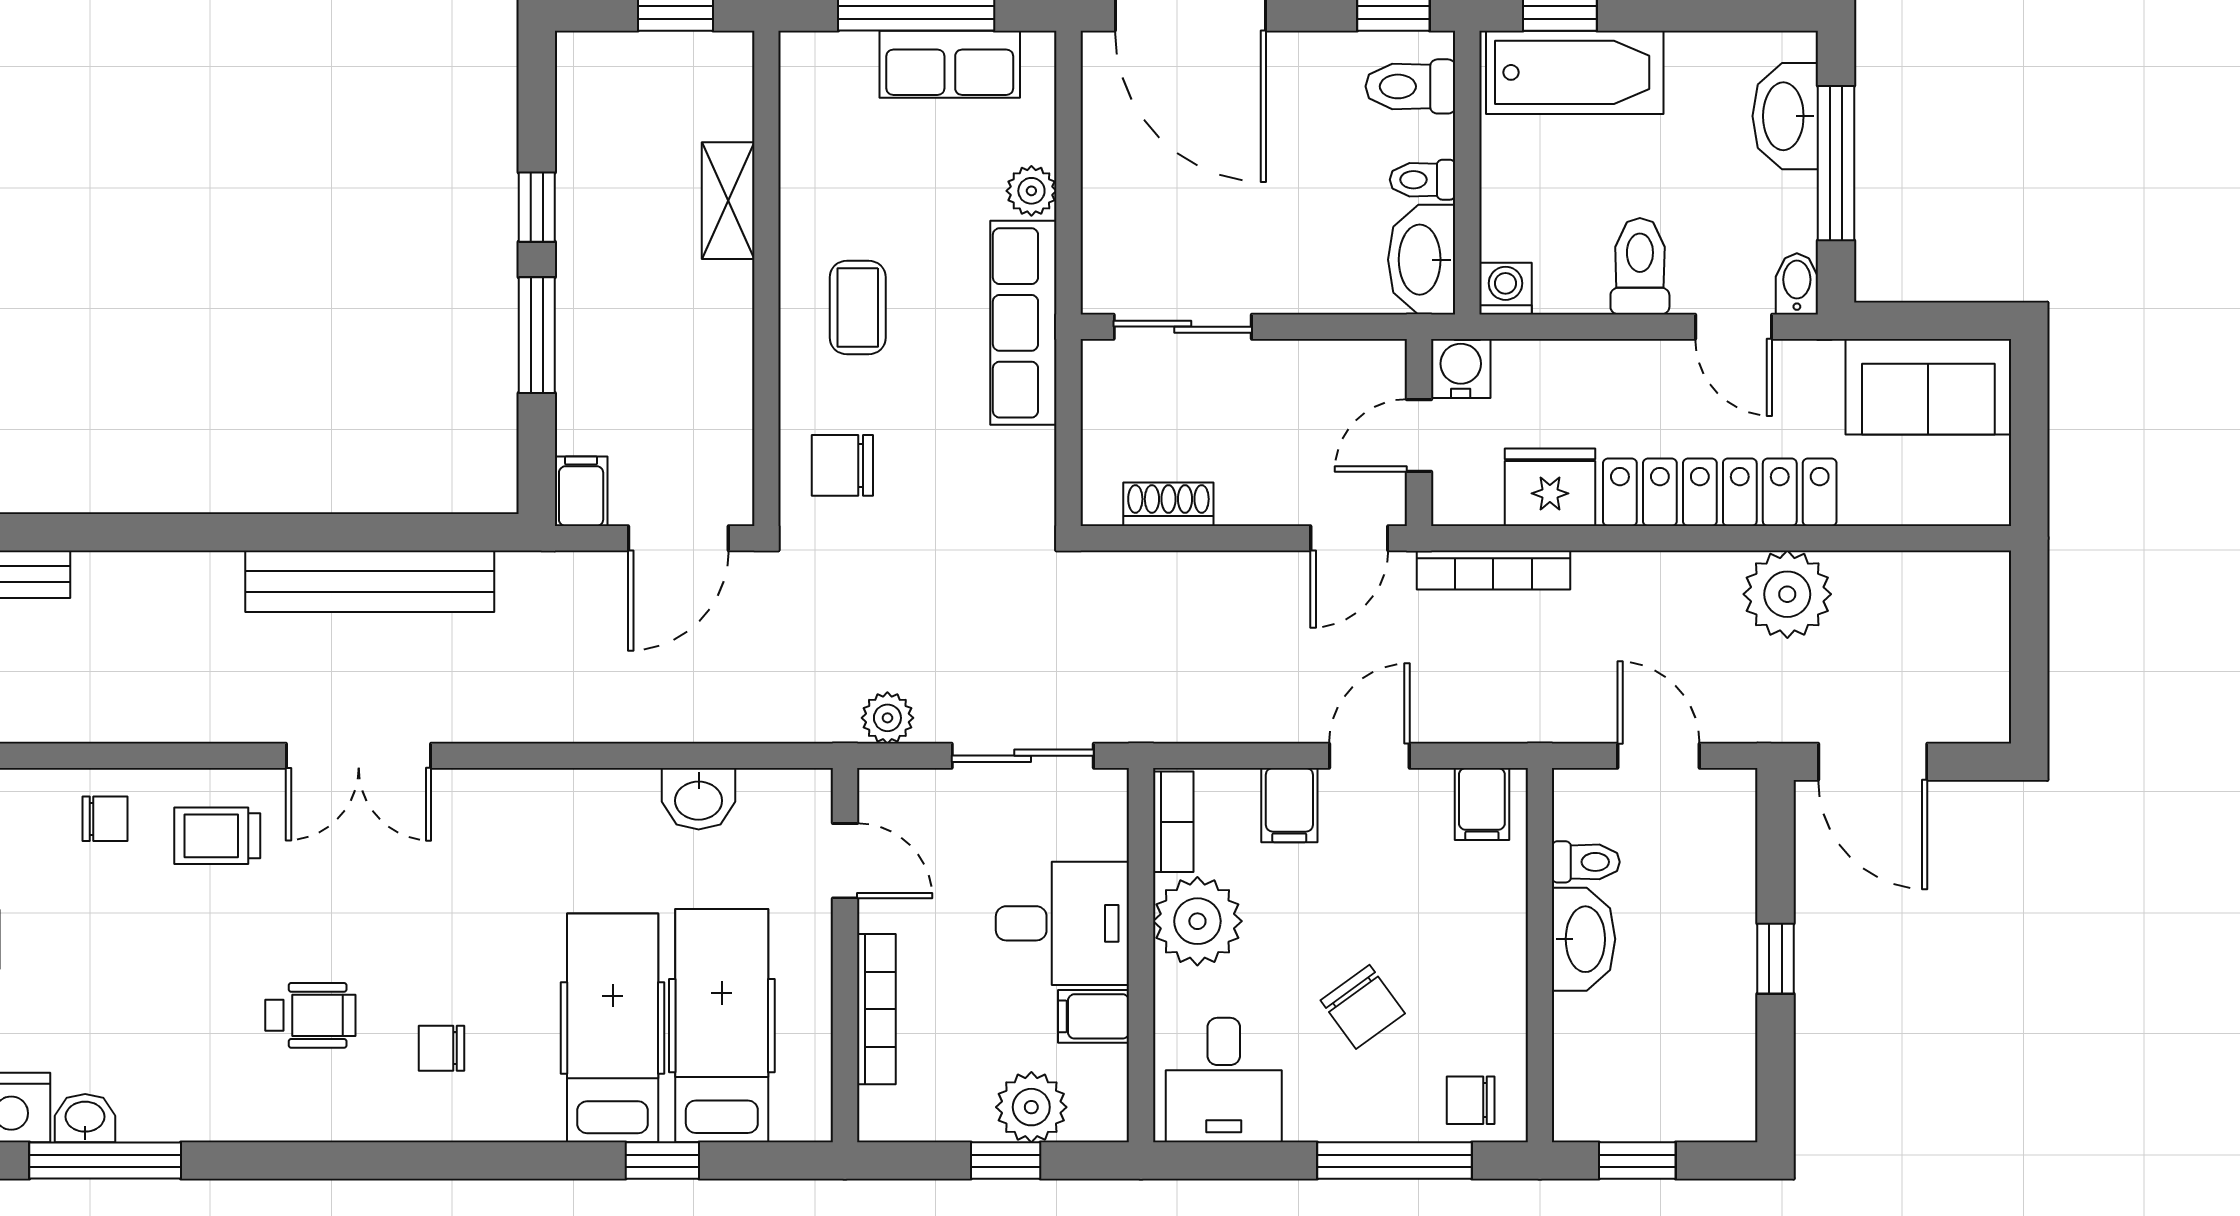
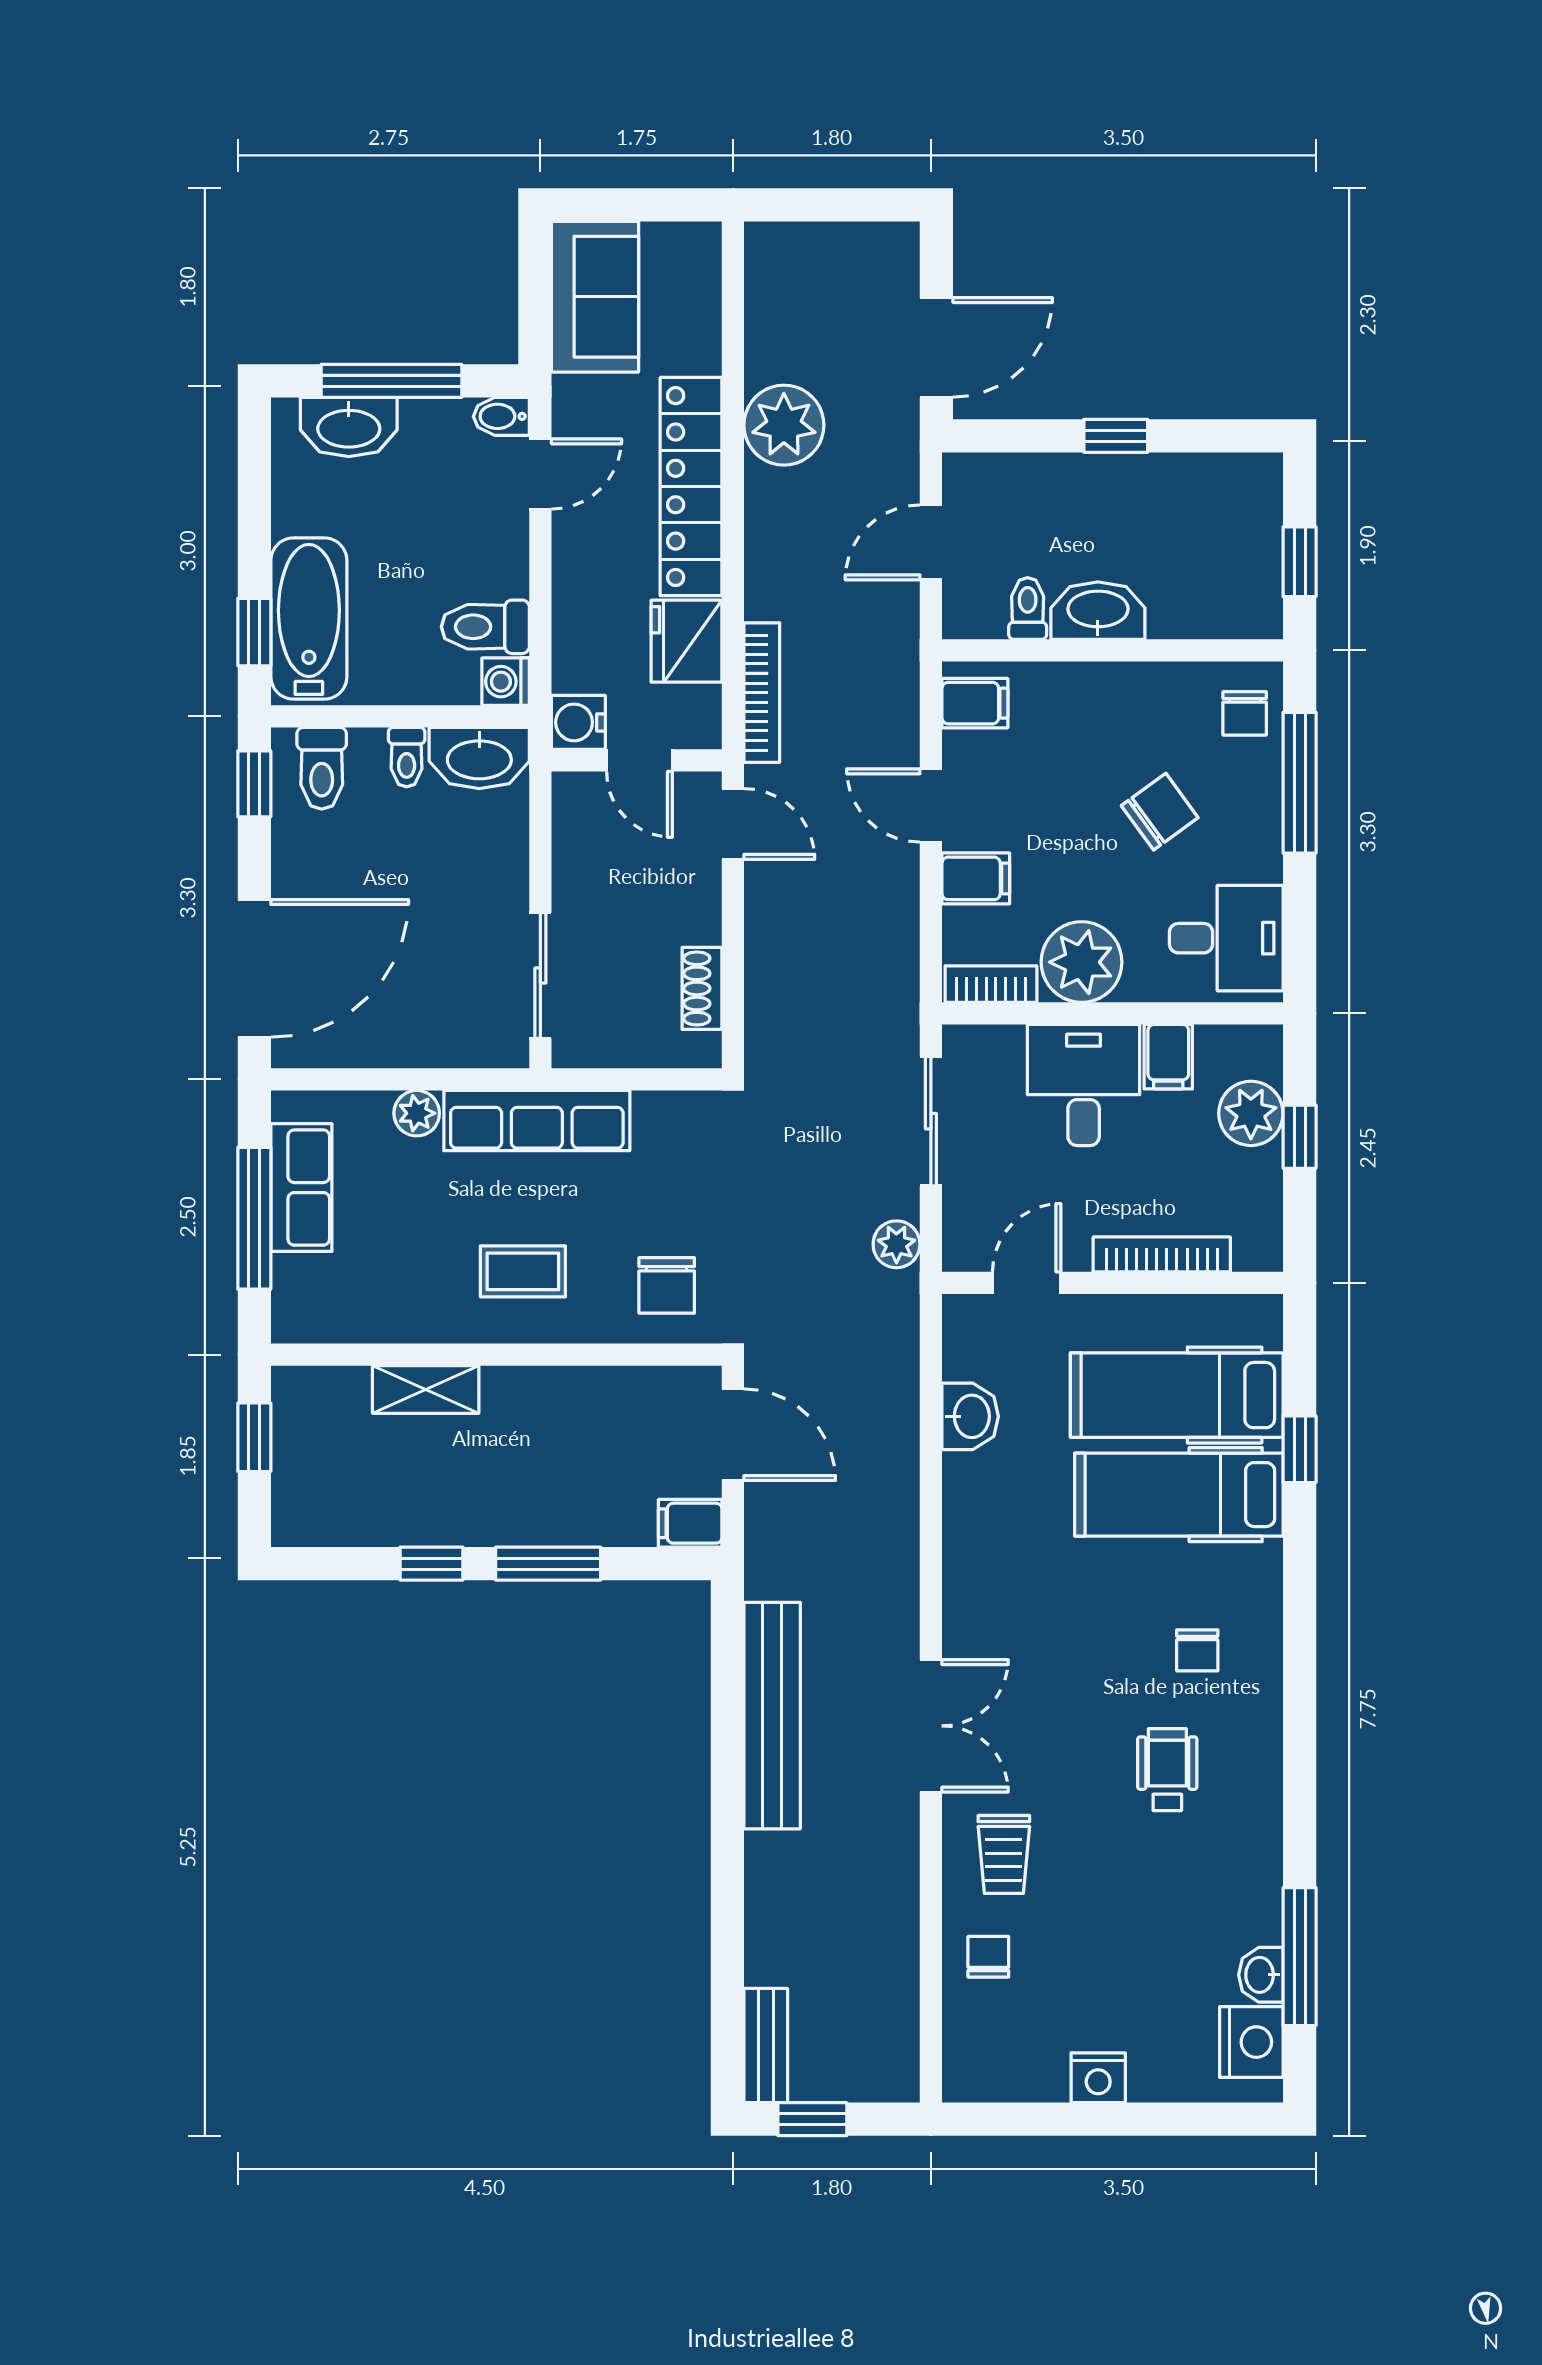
toilet: (1640, 266) -> (485, 627), moved

